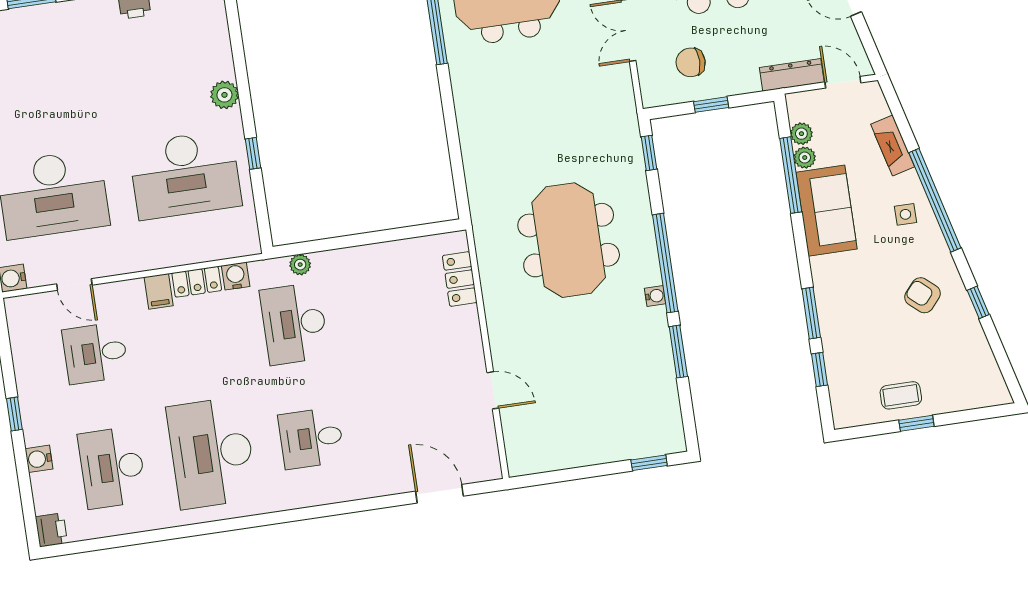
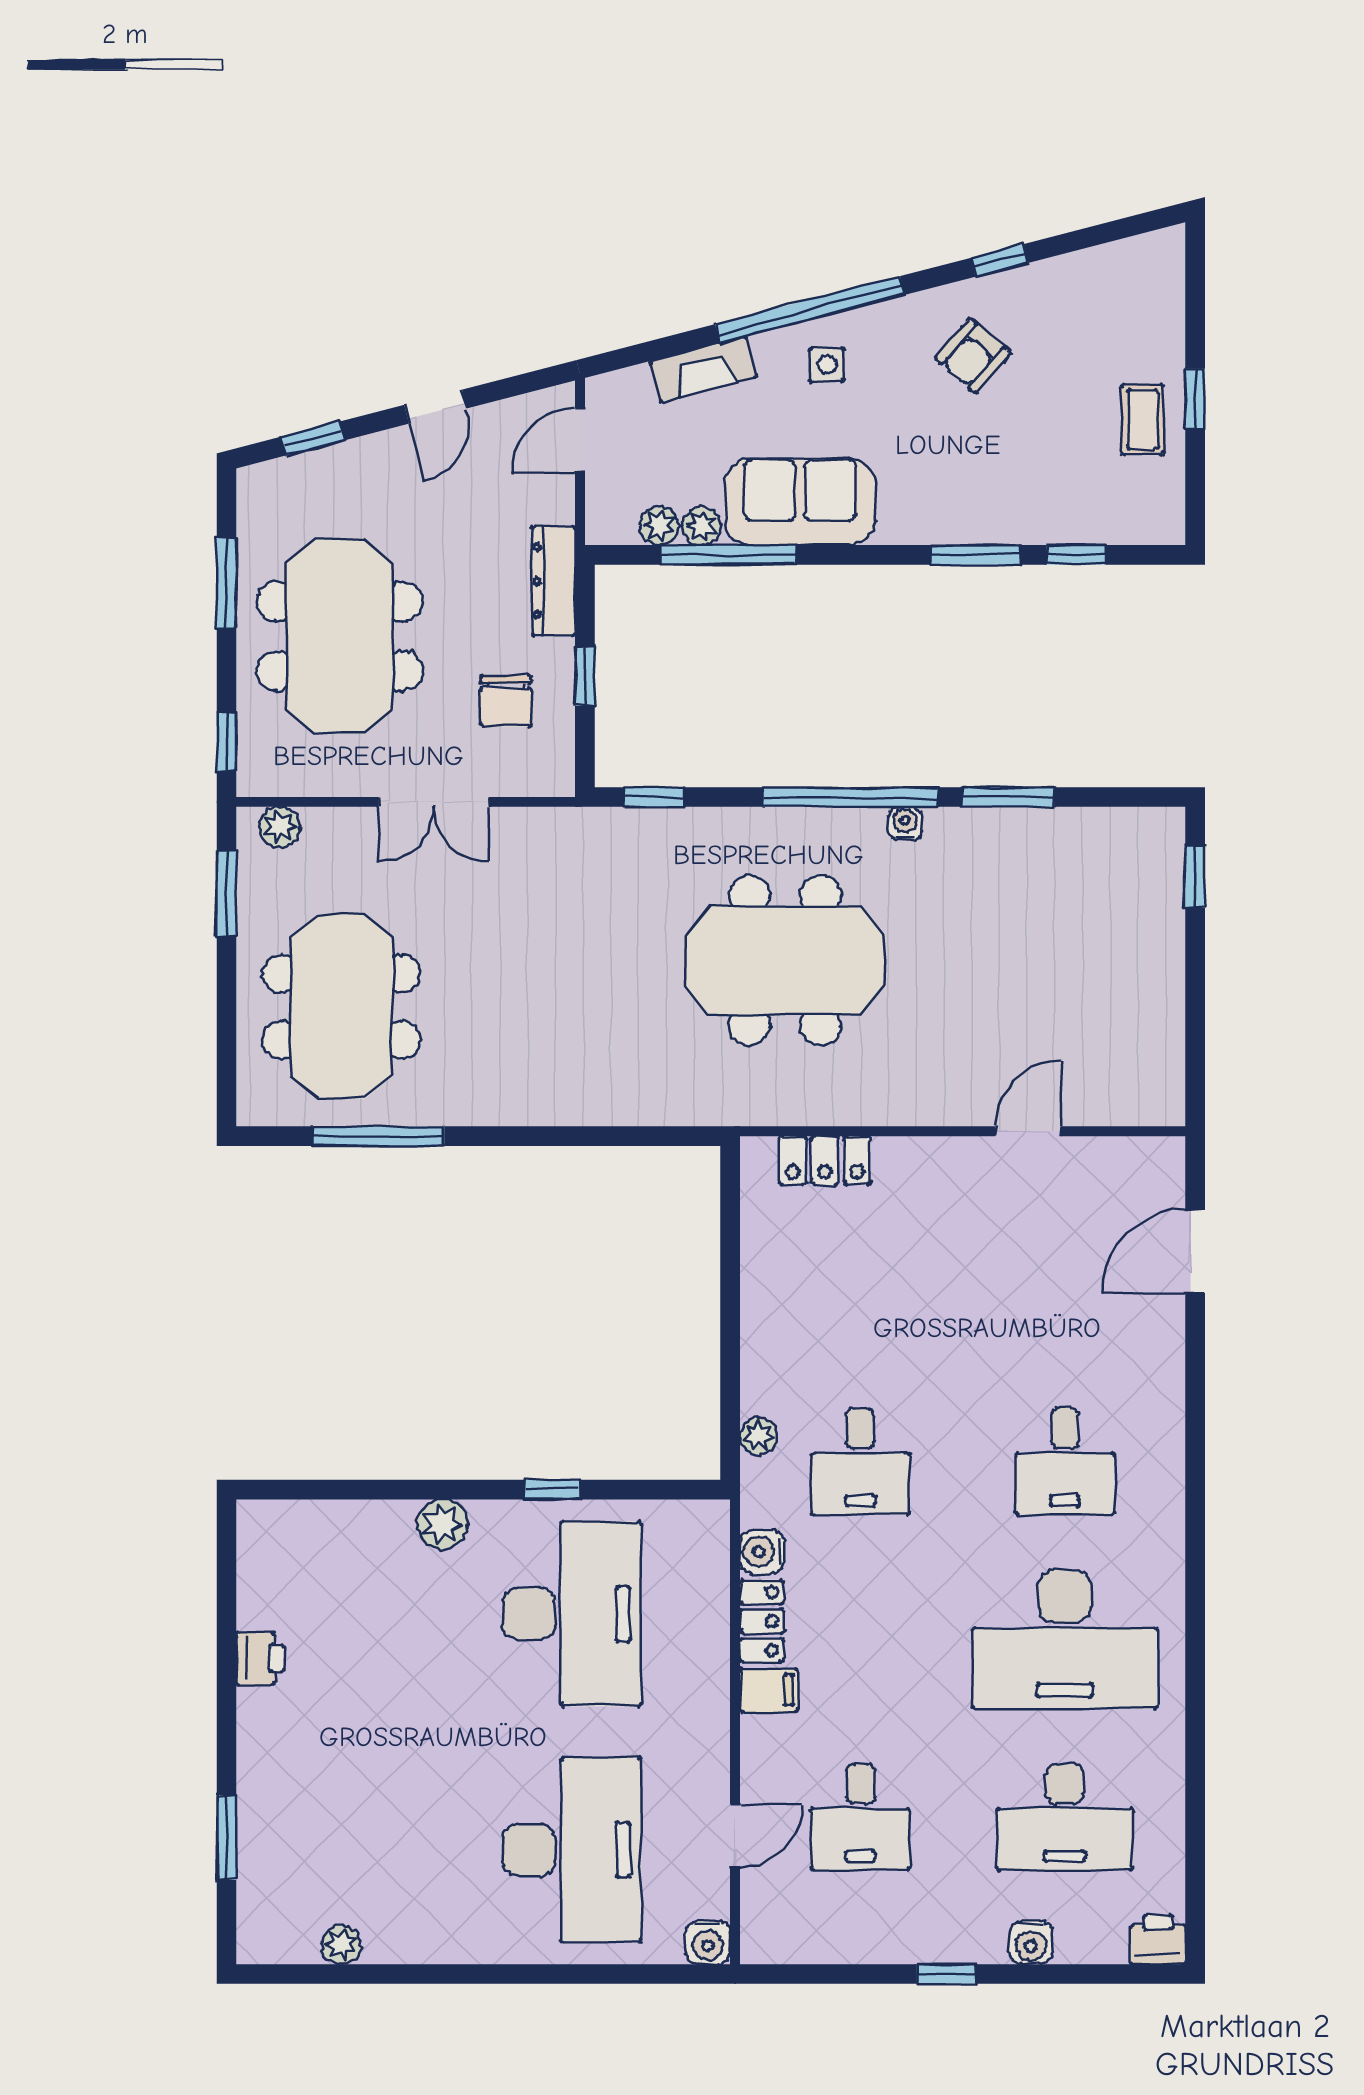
dresser: (792, 75) -> (554, 581), moved
desk: (294, 324) -> (860, 1461), width x0.73

